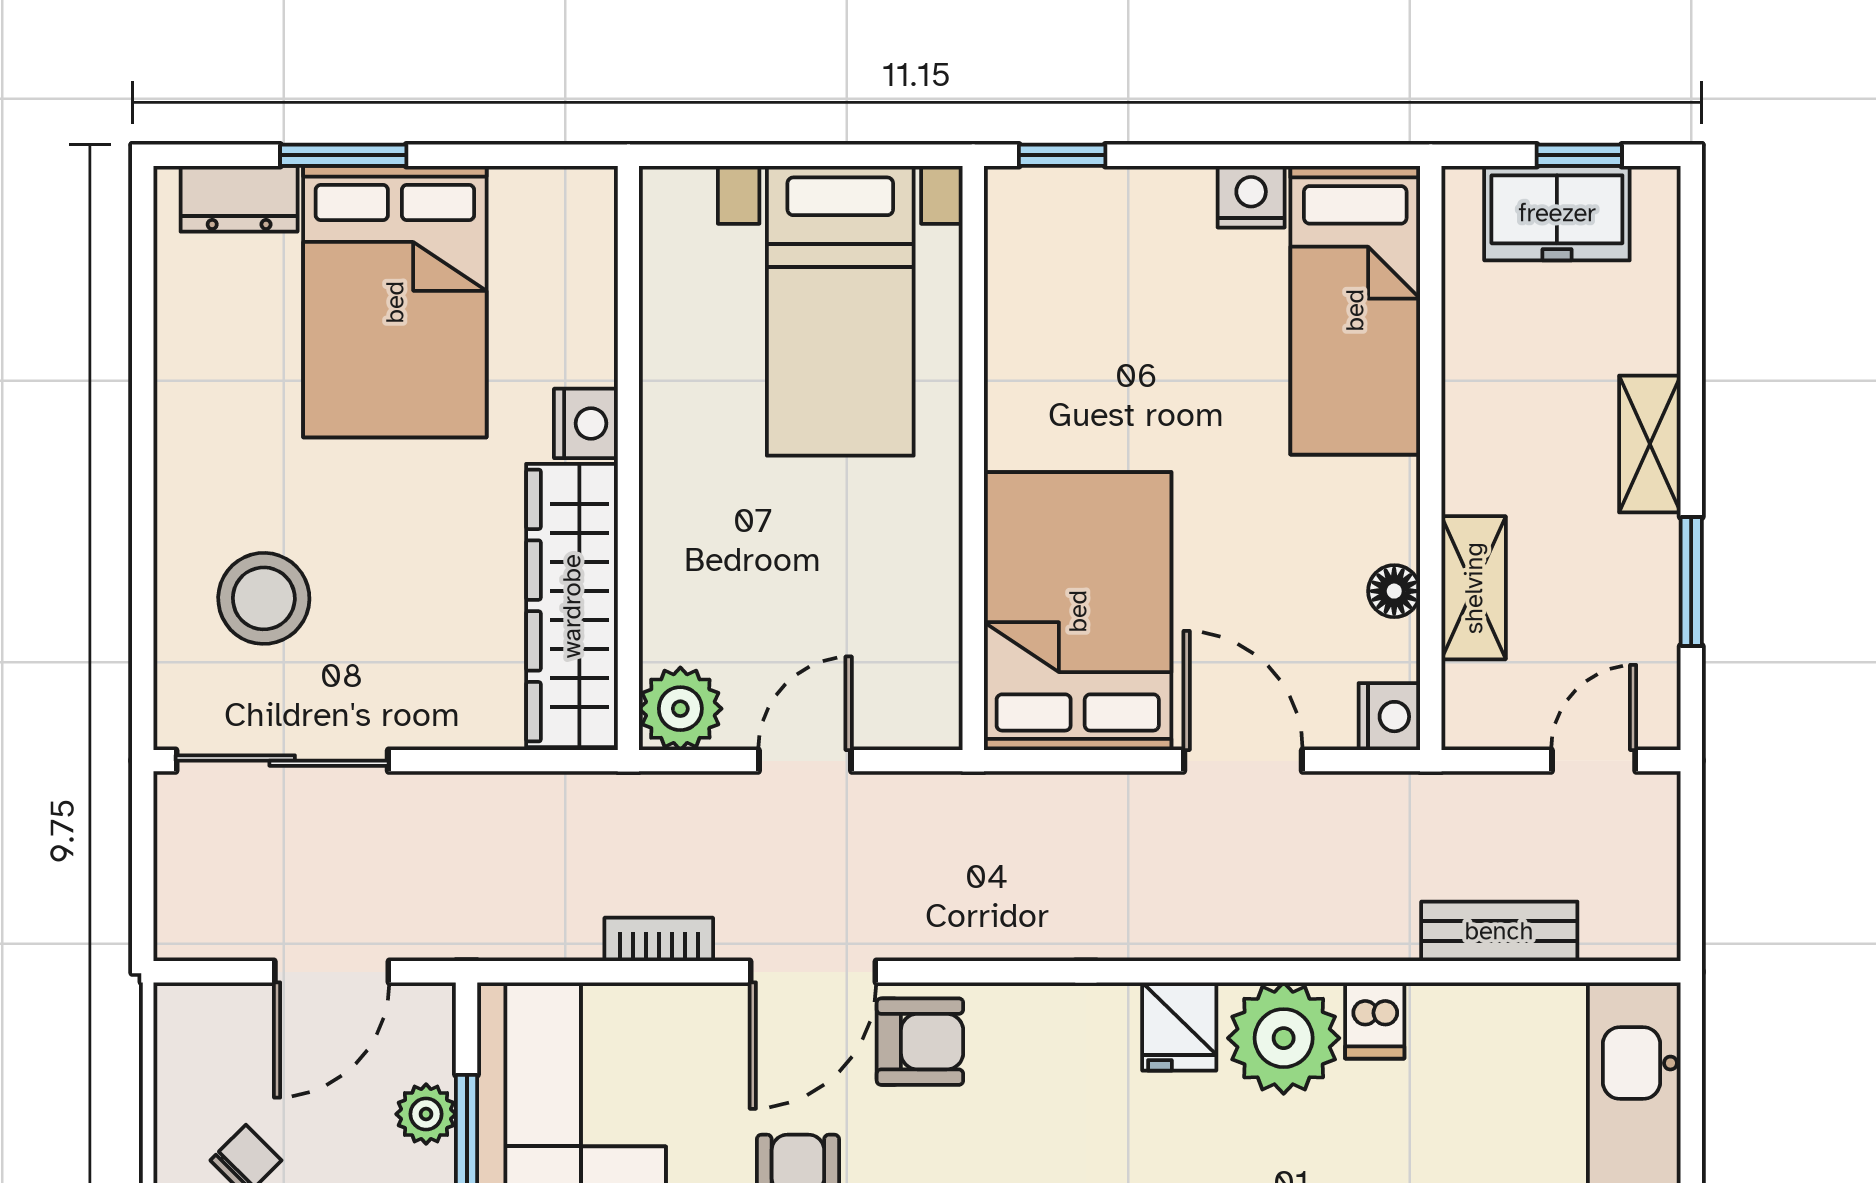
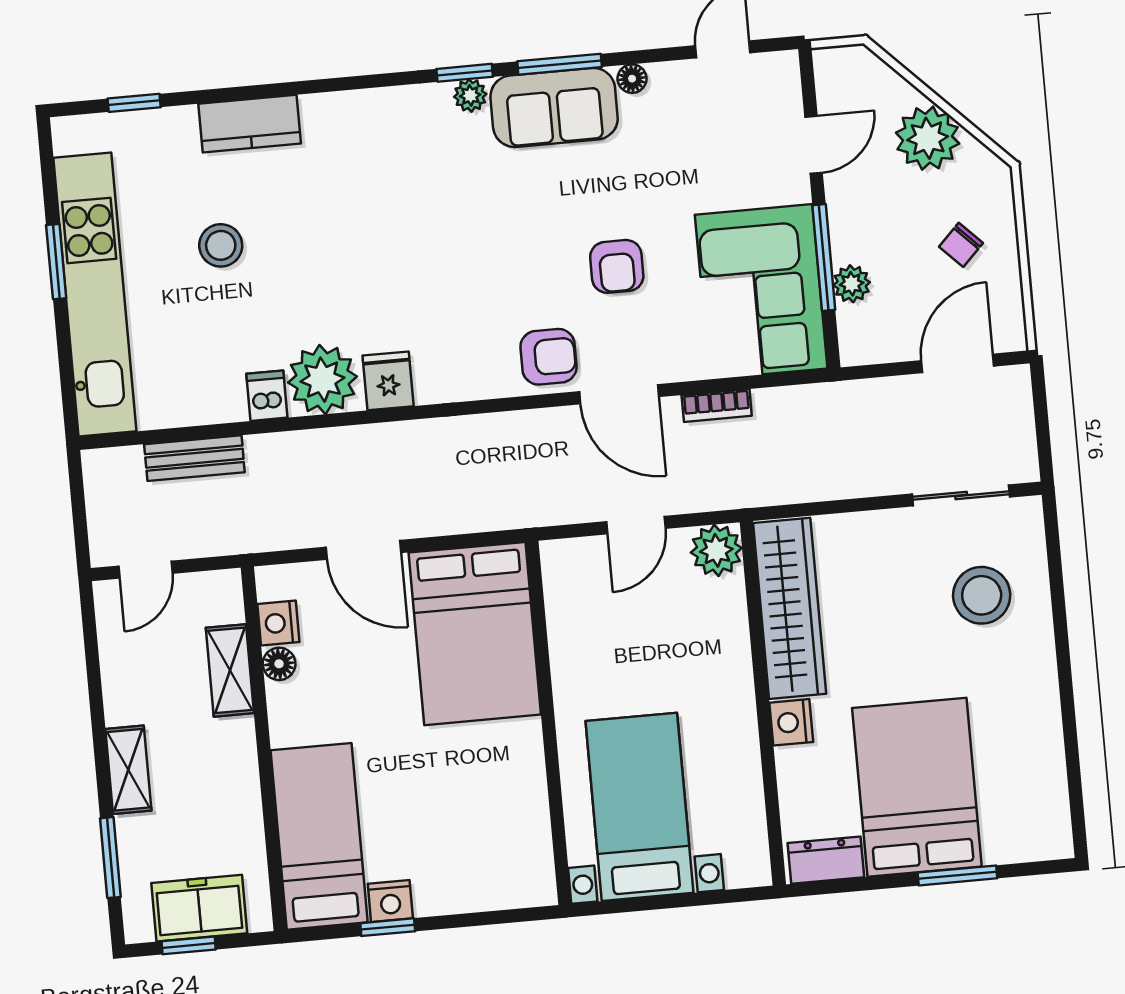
window: (1062, 155) -> (388, 927), moved
dresser: (239, 199) -> (826, 860), moved
window: (1691, 582) -> (110, 858), moved
nightstand: (1389, 717) -> (278, 623), moved
sliding door: (282, 761) -> (961, 495), width x0.73
door: (332, 972) -> (958, 363), moved
door: (813, 972) -> (619, 394), swing flipped
armchair: (920, 1042) -> (549, 357), turned 180

